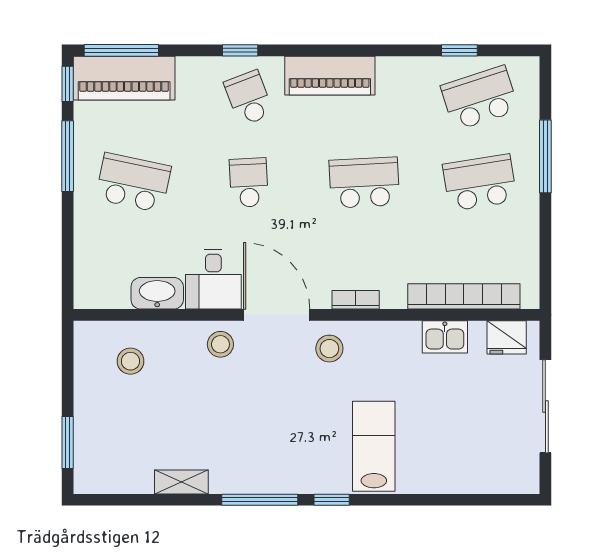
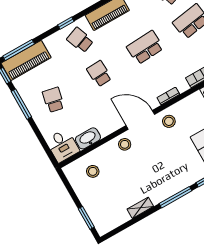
school desk: (133, 183) -> (53, 100), width x0.54
desk: (213, 279) -> (62, 146), moved

